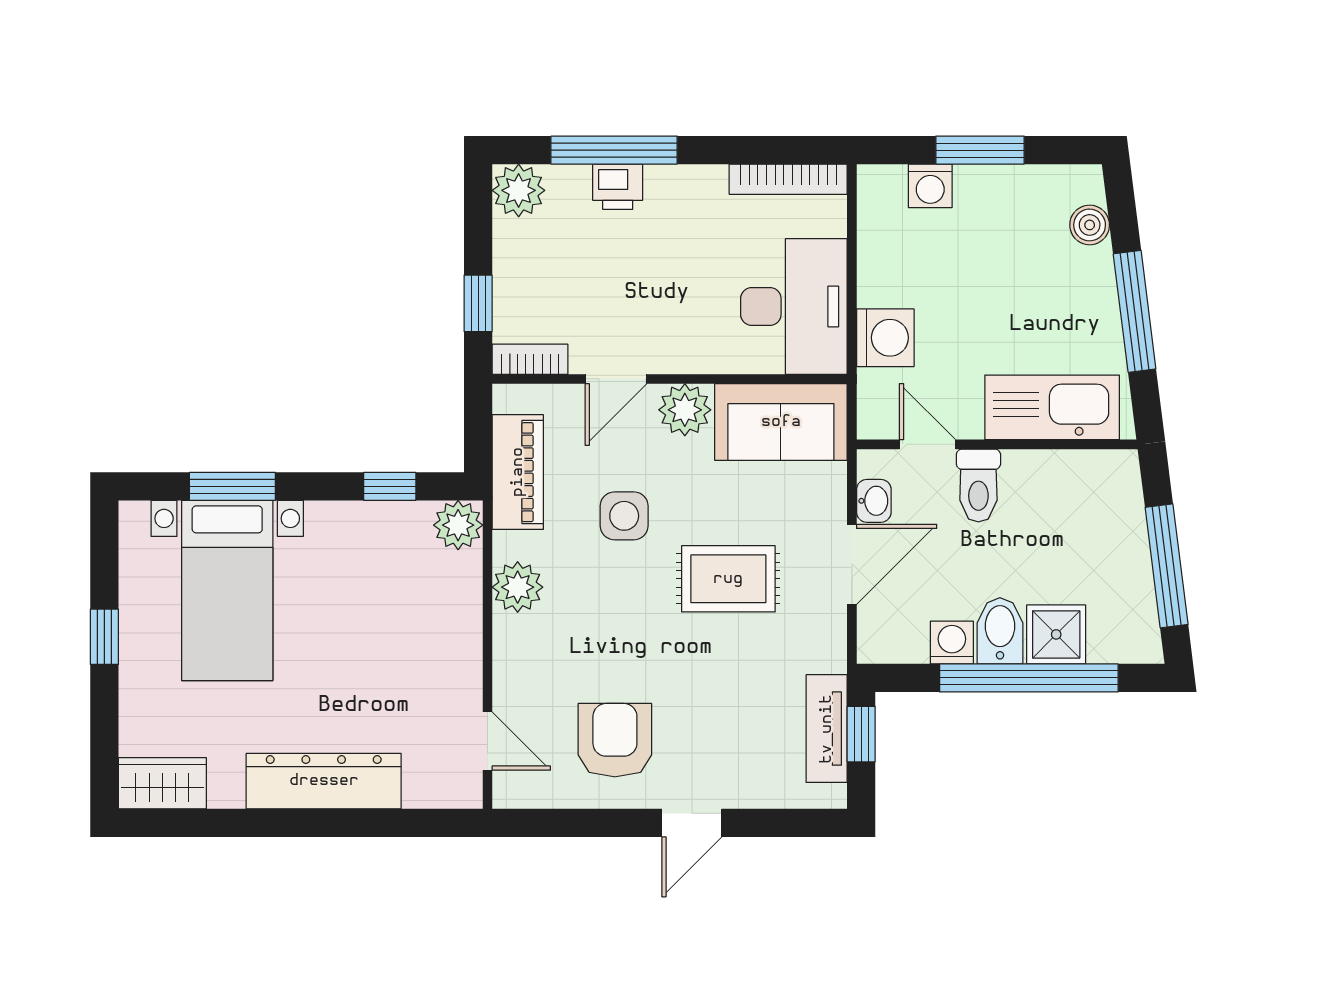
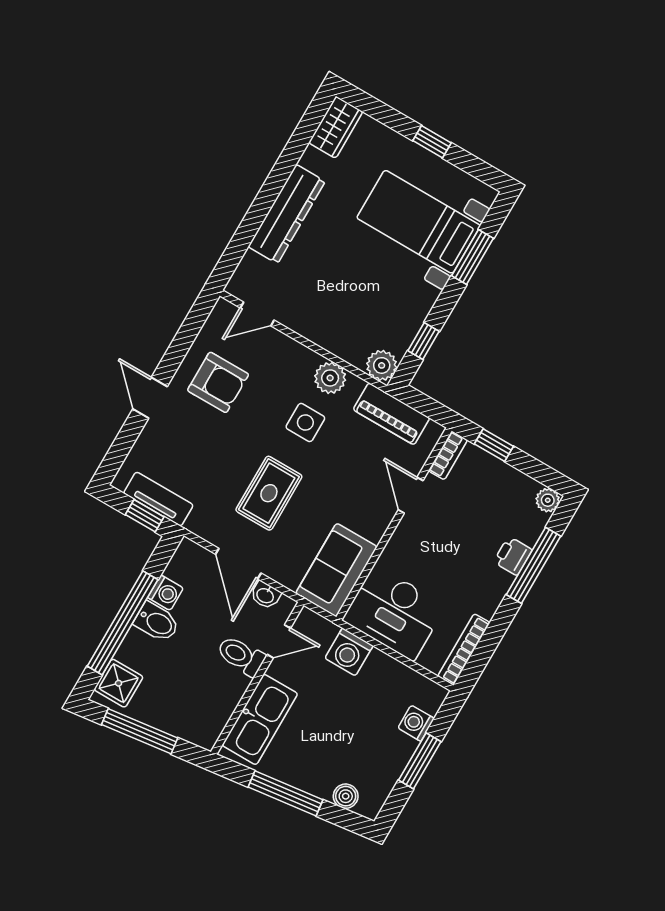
plant: (519, 190) -> (548, 500), width x0.73, depth x0.73
plant: (685, 410) -> (373, 522), removed
side table: (624, 516) -> (305, 422), moved
shower: (1056, 634) -> (119, 683), moved

